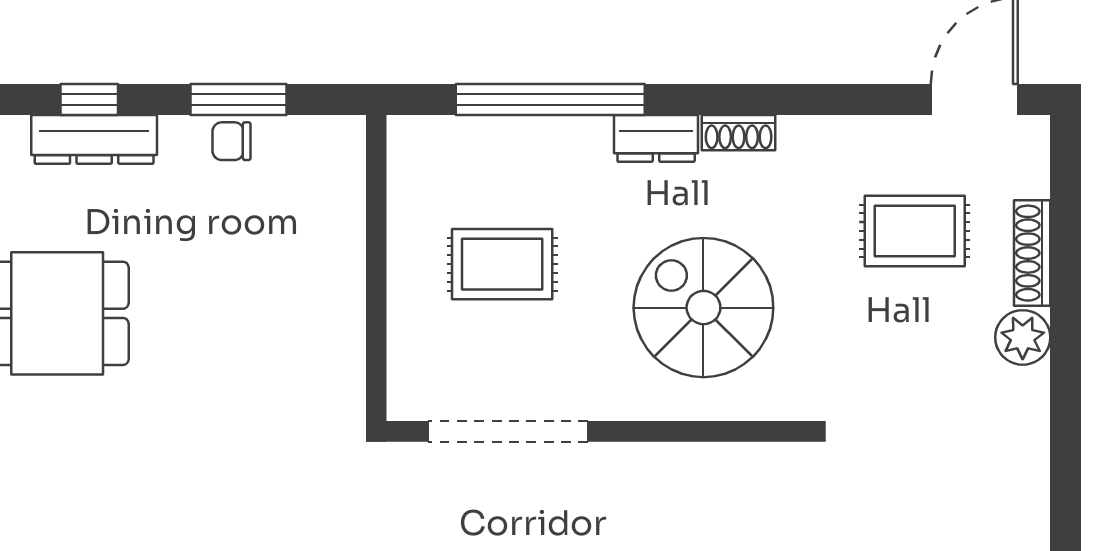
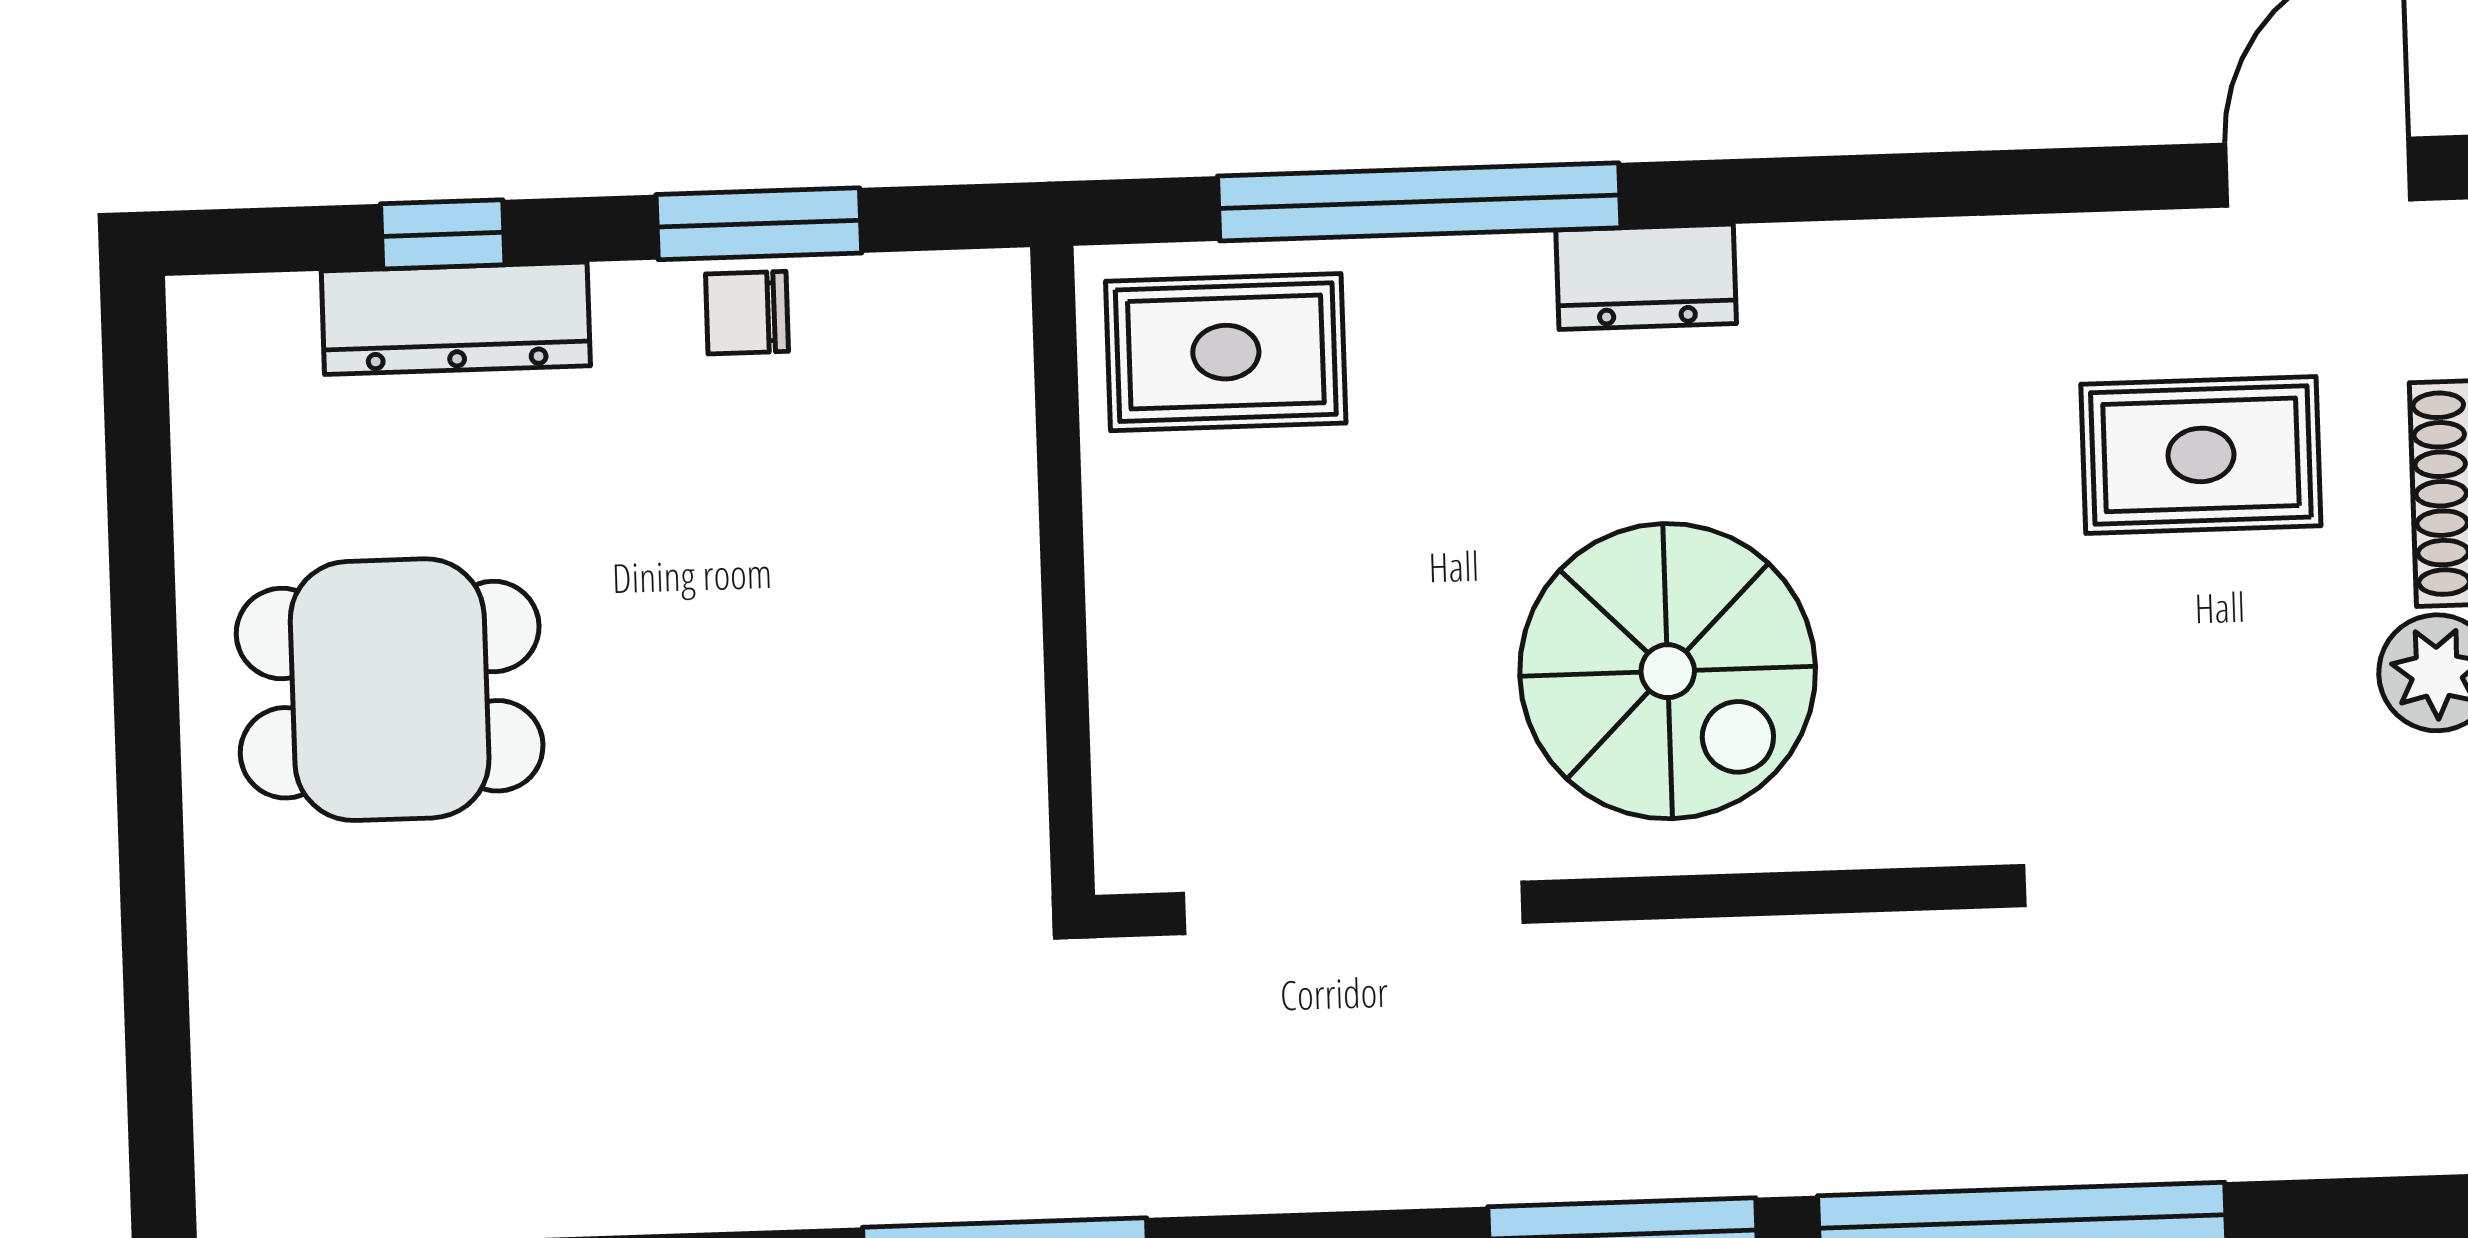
shoe rack: (739, 133) -> (1821, 259), removed
rug: (502, 264) -> (1226, 352), moved
spiral stairs: (703, 308) -> (1668, 671), moved, turned 180

